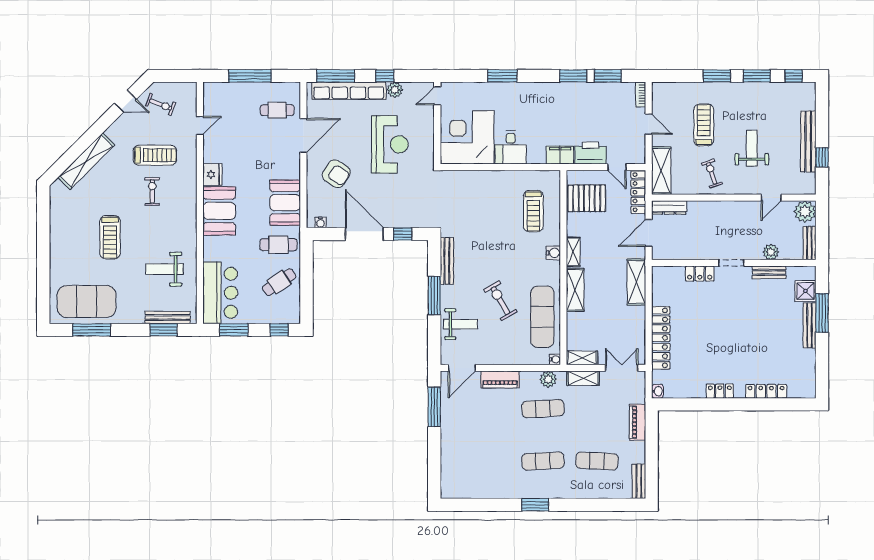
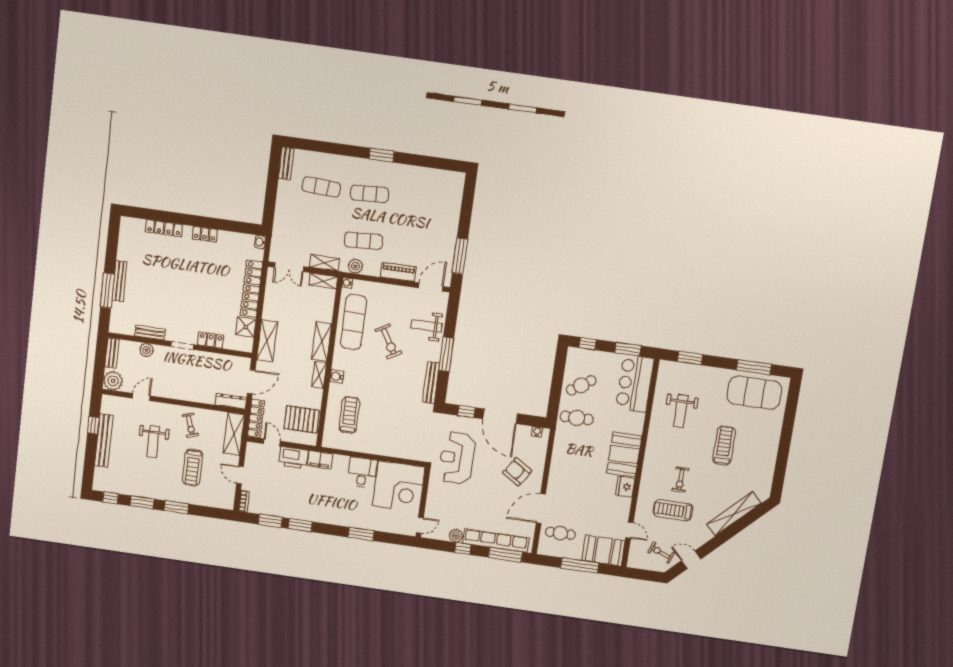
door: (200, 125) -> (630, 530), swing flipped
reception desk: (390, 144) -> (457, 458), moved
booth: (285, 203) -> (603, 551), moved, turned 90
weight bench: (164, 269) -> (681, 411), turned 90
shower: (805, 291) -> (246, 327), moved
bench: (168, 317) -> (685, 368), removed
piano: (638, 422) -> (281, 217), removed

